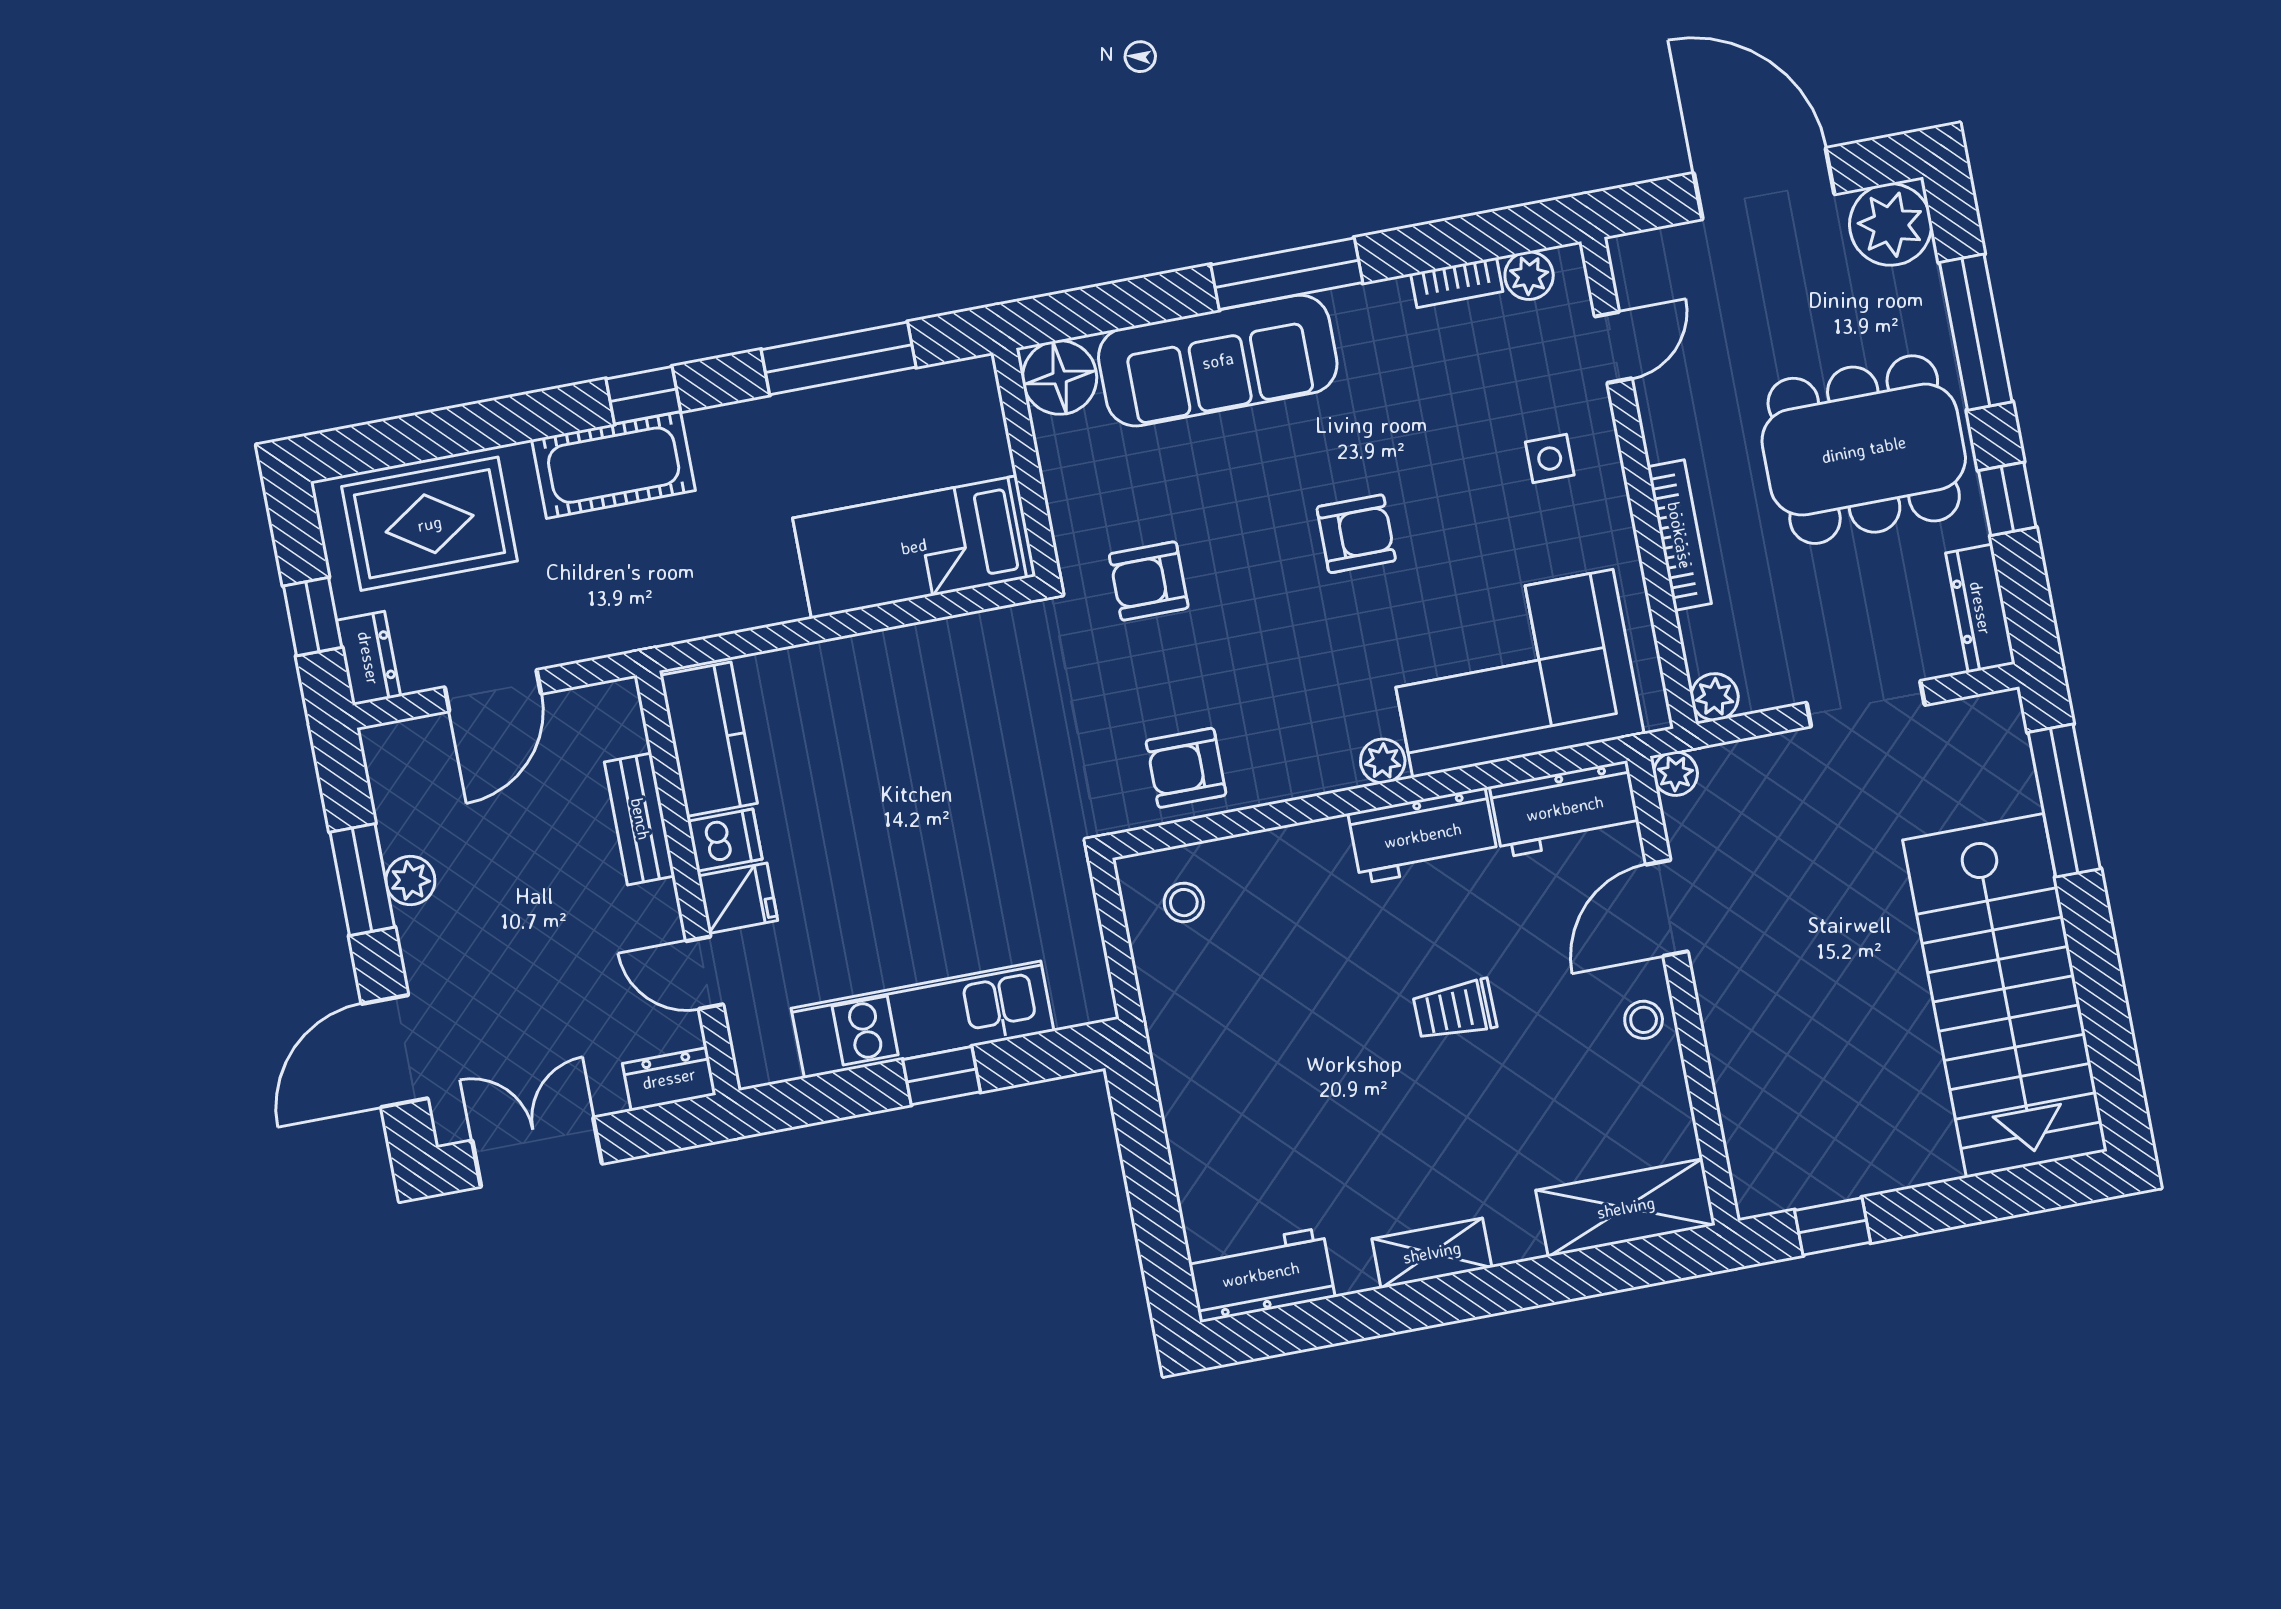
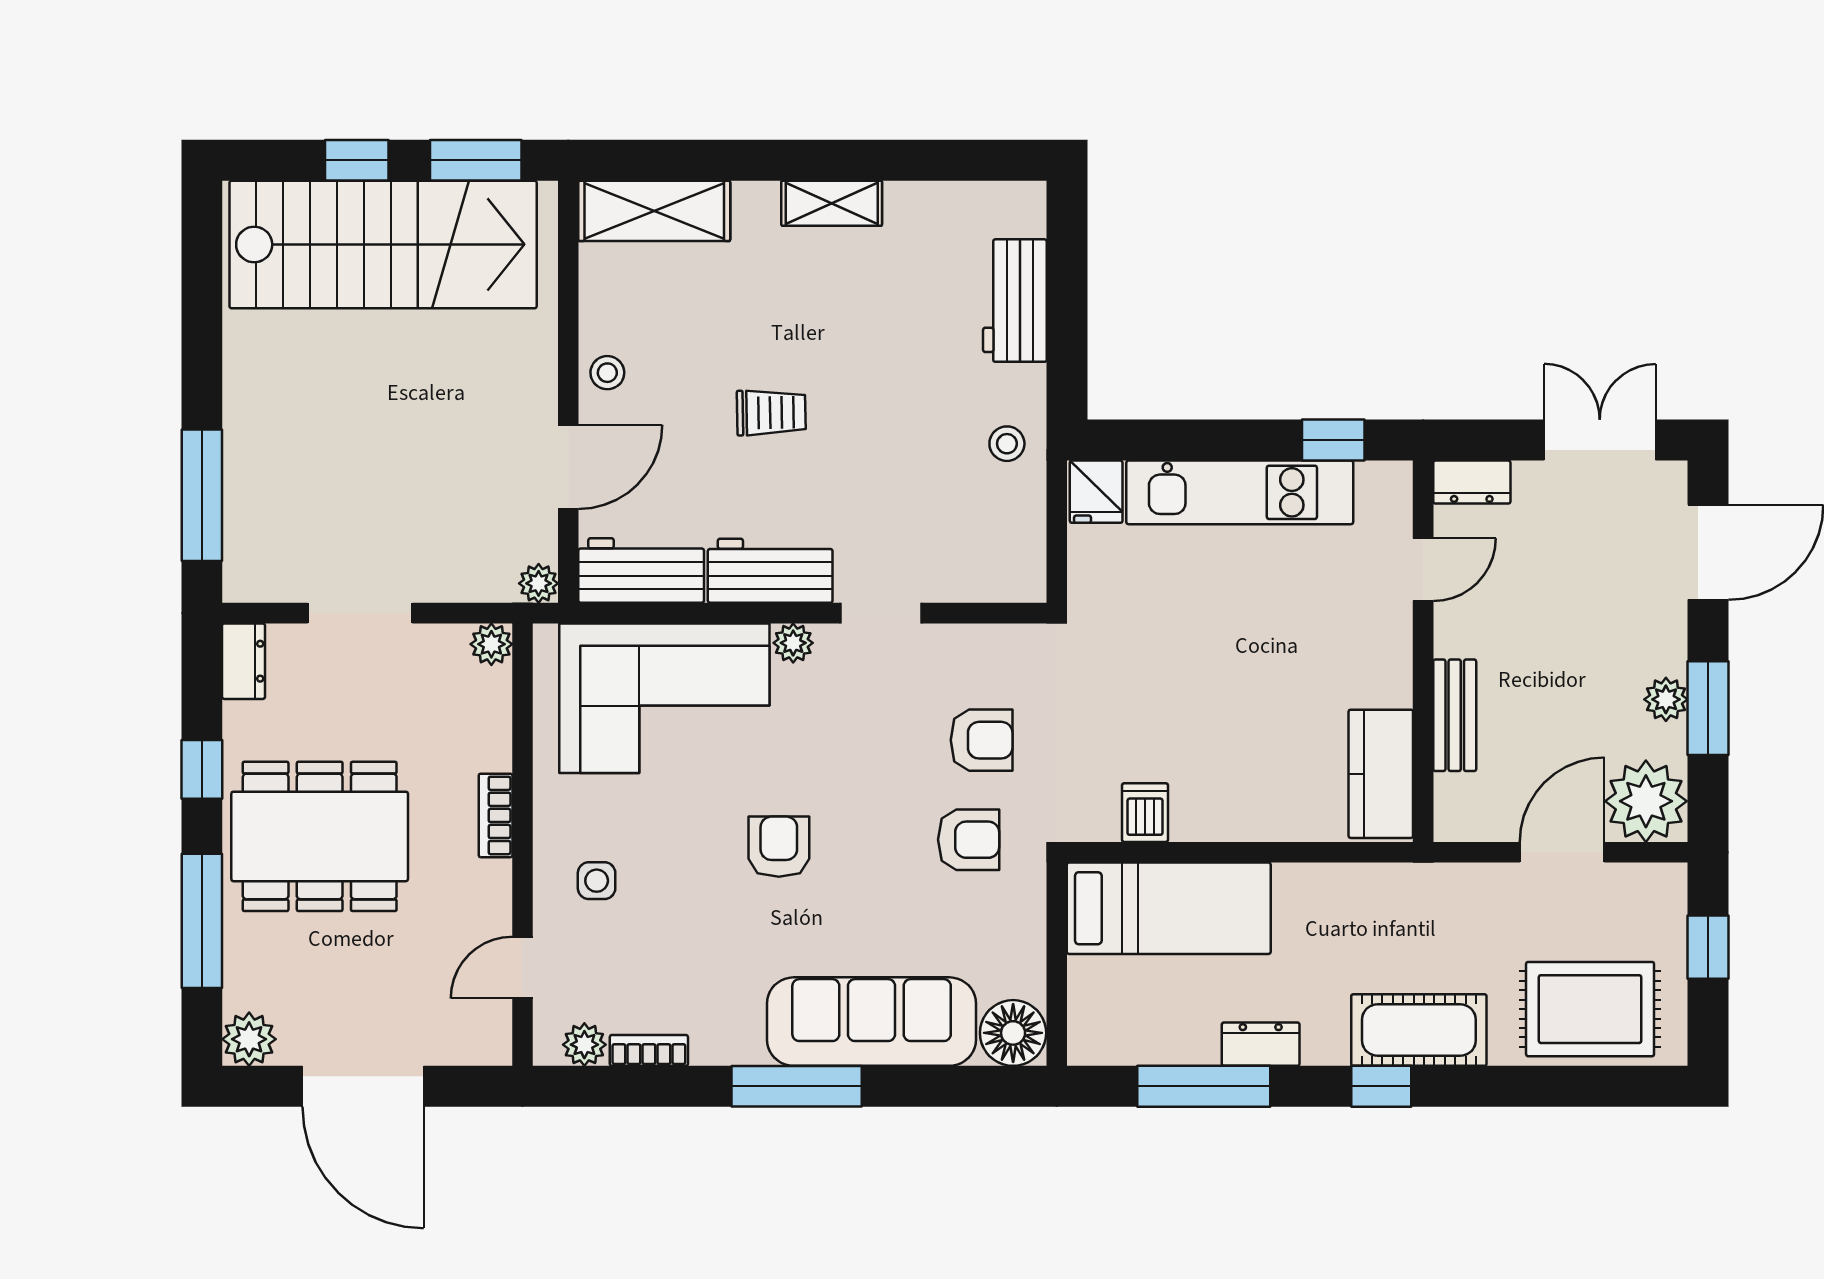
plant: (1891, 225) -> (249, 1039), width x0.73, depth x0.73
armchair: (1356, 534) -> (779, 847), turned 90
bookcase: (1679, 535) -> (496, 815), width x0.64
dresser: (1980, 608) -> (244, 661), width x0.70
dresser: (368, 658) -> (1261, 1044), moved, turned 90
plant: (411, 764) -> (1646, 801), added
armchair: (1186, 768) -> (982, 740), moved
doorway: (1292, 812) -> (881, 613), added
dishwasher: (725, 840) -> (1145, 813), moved, turned 90
fridge: (738, 898) -> (1096, 492), moved, turned -90
stool: (1184, 903) -> (1007, 444), moved
door: (705, 973) -> (1423, 570), hinge flipped
stairs: (2005, 996) -> (383, 244), moved, turned 90
window: (941, 1076) -> (1333, 440), moved
double door: (537, 1152) -> (1600, 440), swing flipped
window: (1963, 1202) -> (357, 160), added
window: (1832, 1226) -> (476, 160), width x1.50
workbench: (1261, 1275) -> (1015, 301), moved, turned 90

